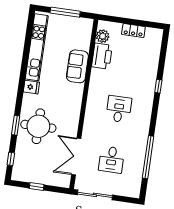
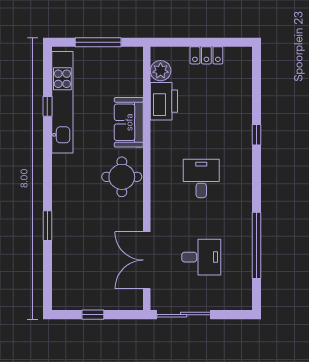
fridge: (31, 87) -> (63, 164), removed
round table: (38, 126) -> (122, 177), moved, width x0.73, depth x0.73
window: (11, 159) -> (47, 106), moved
desk: (111, 160) -> (201, 257), turned -90

